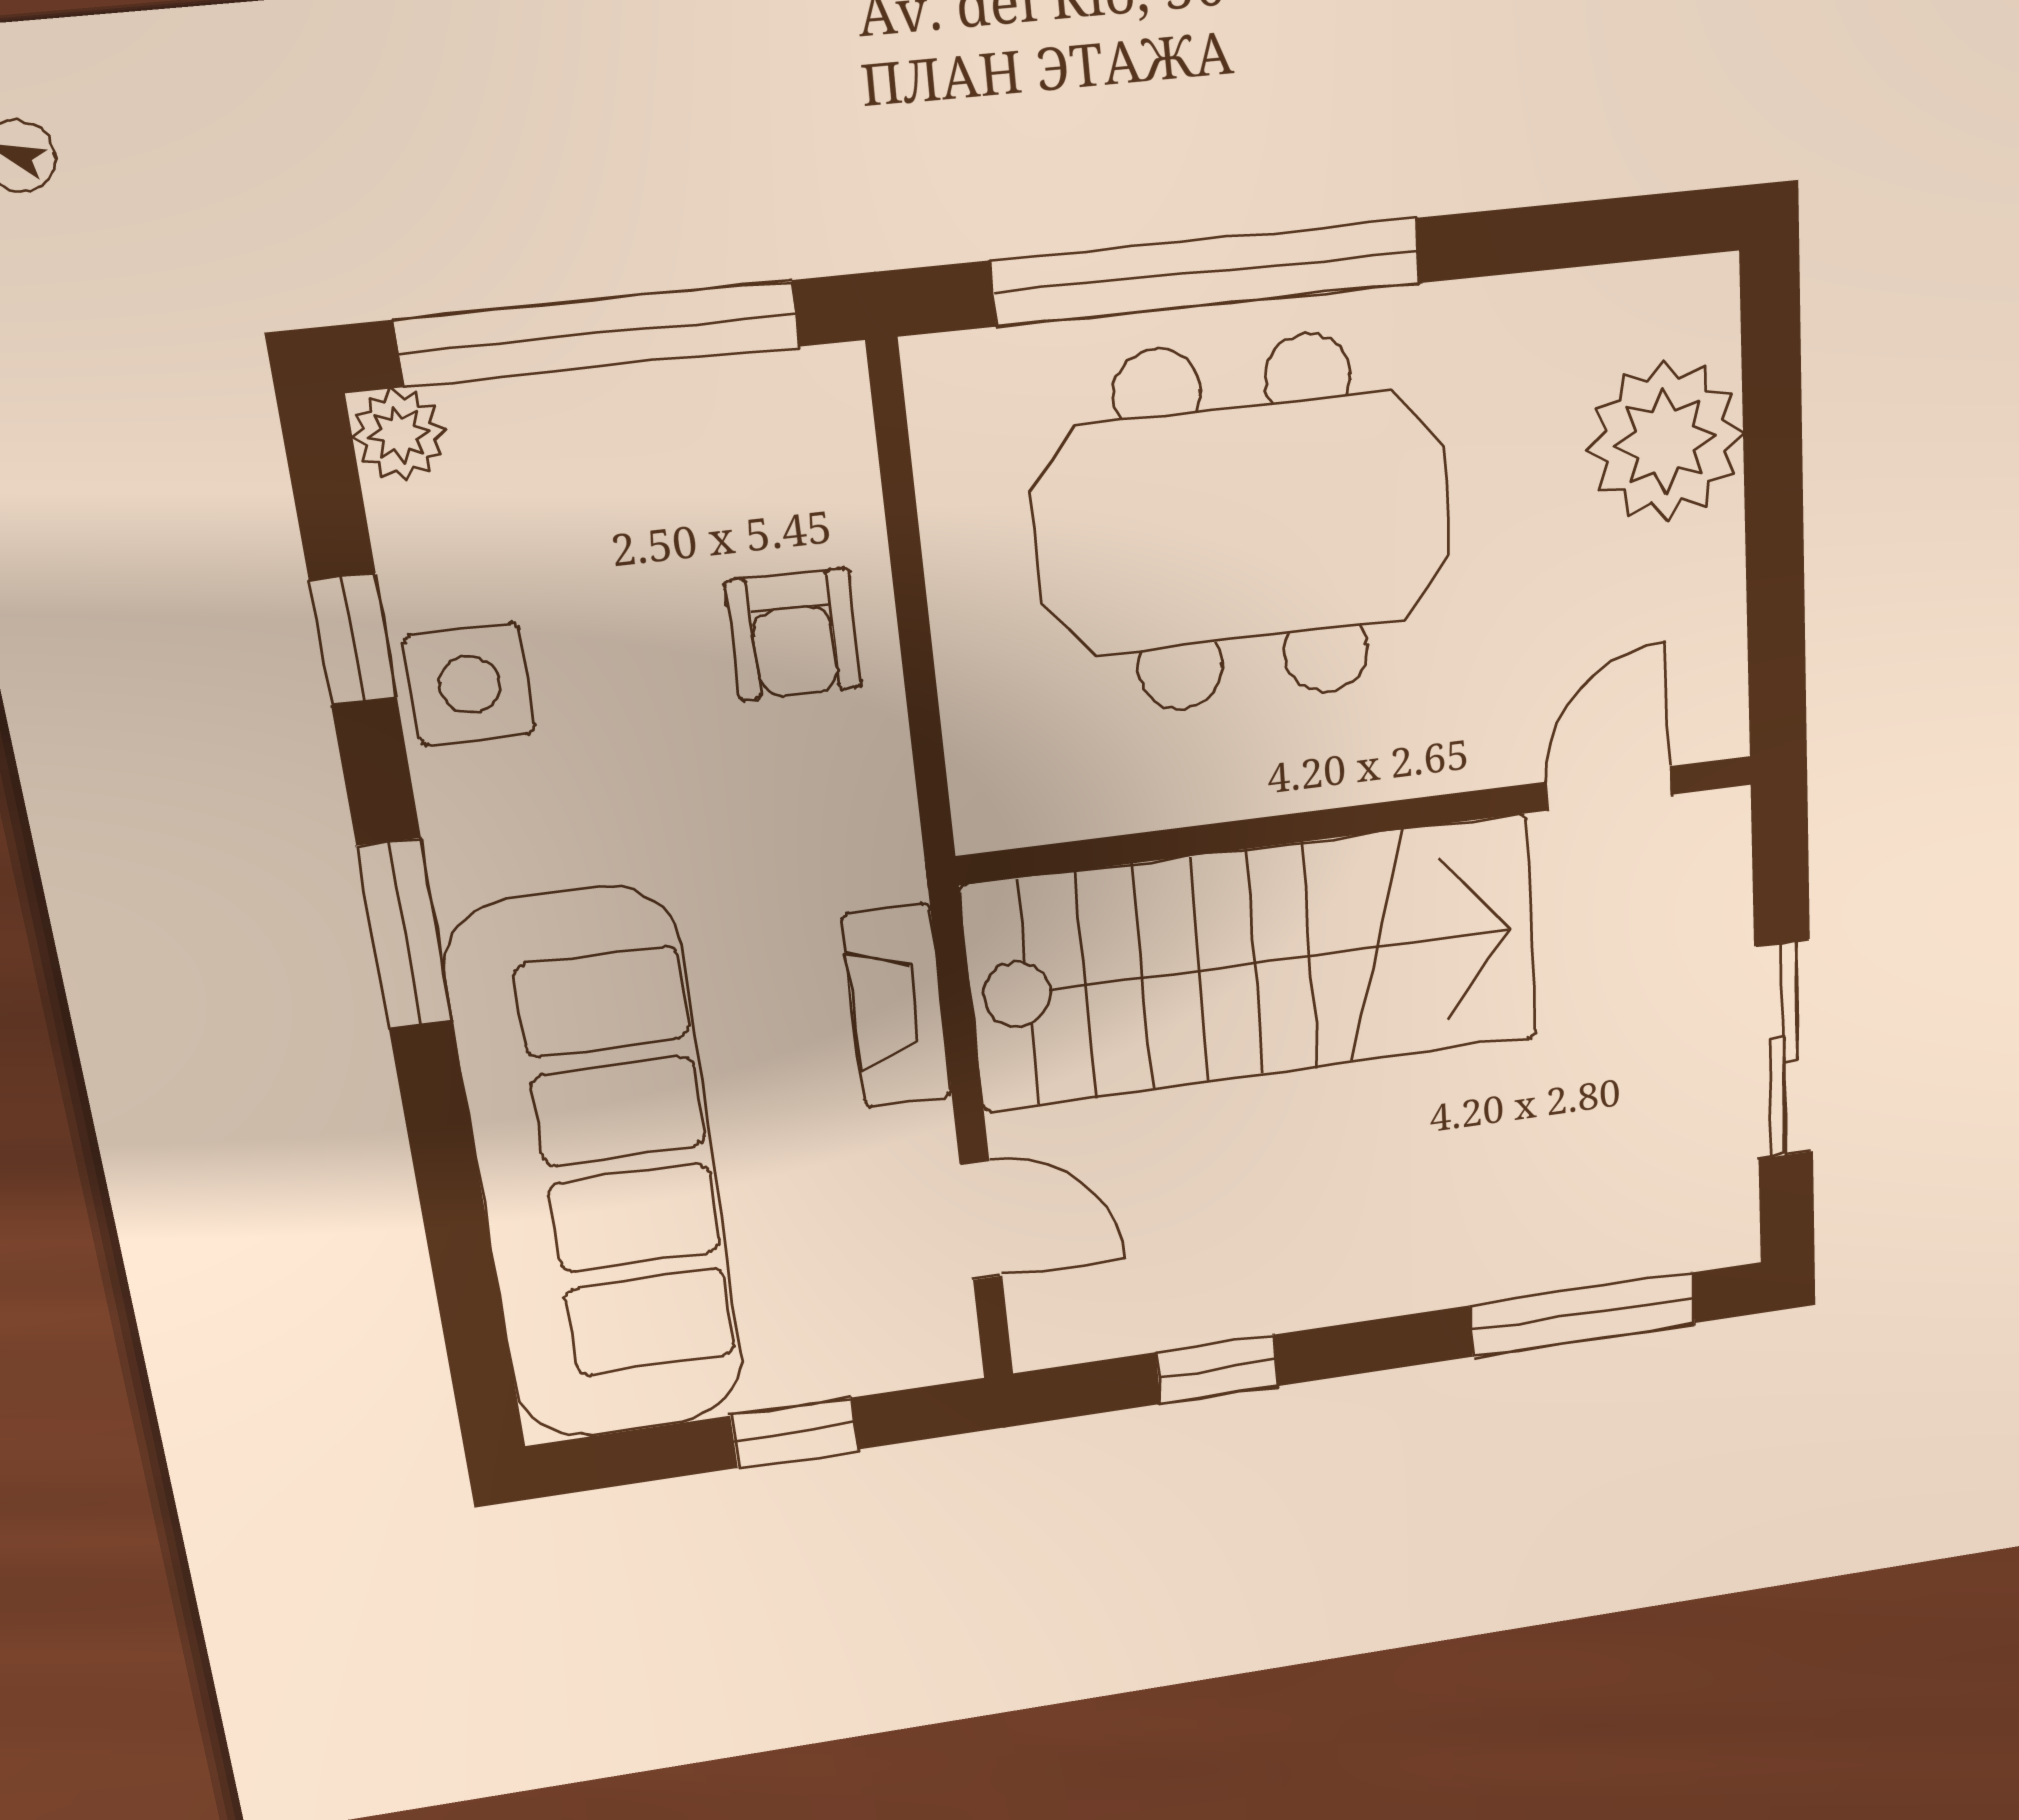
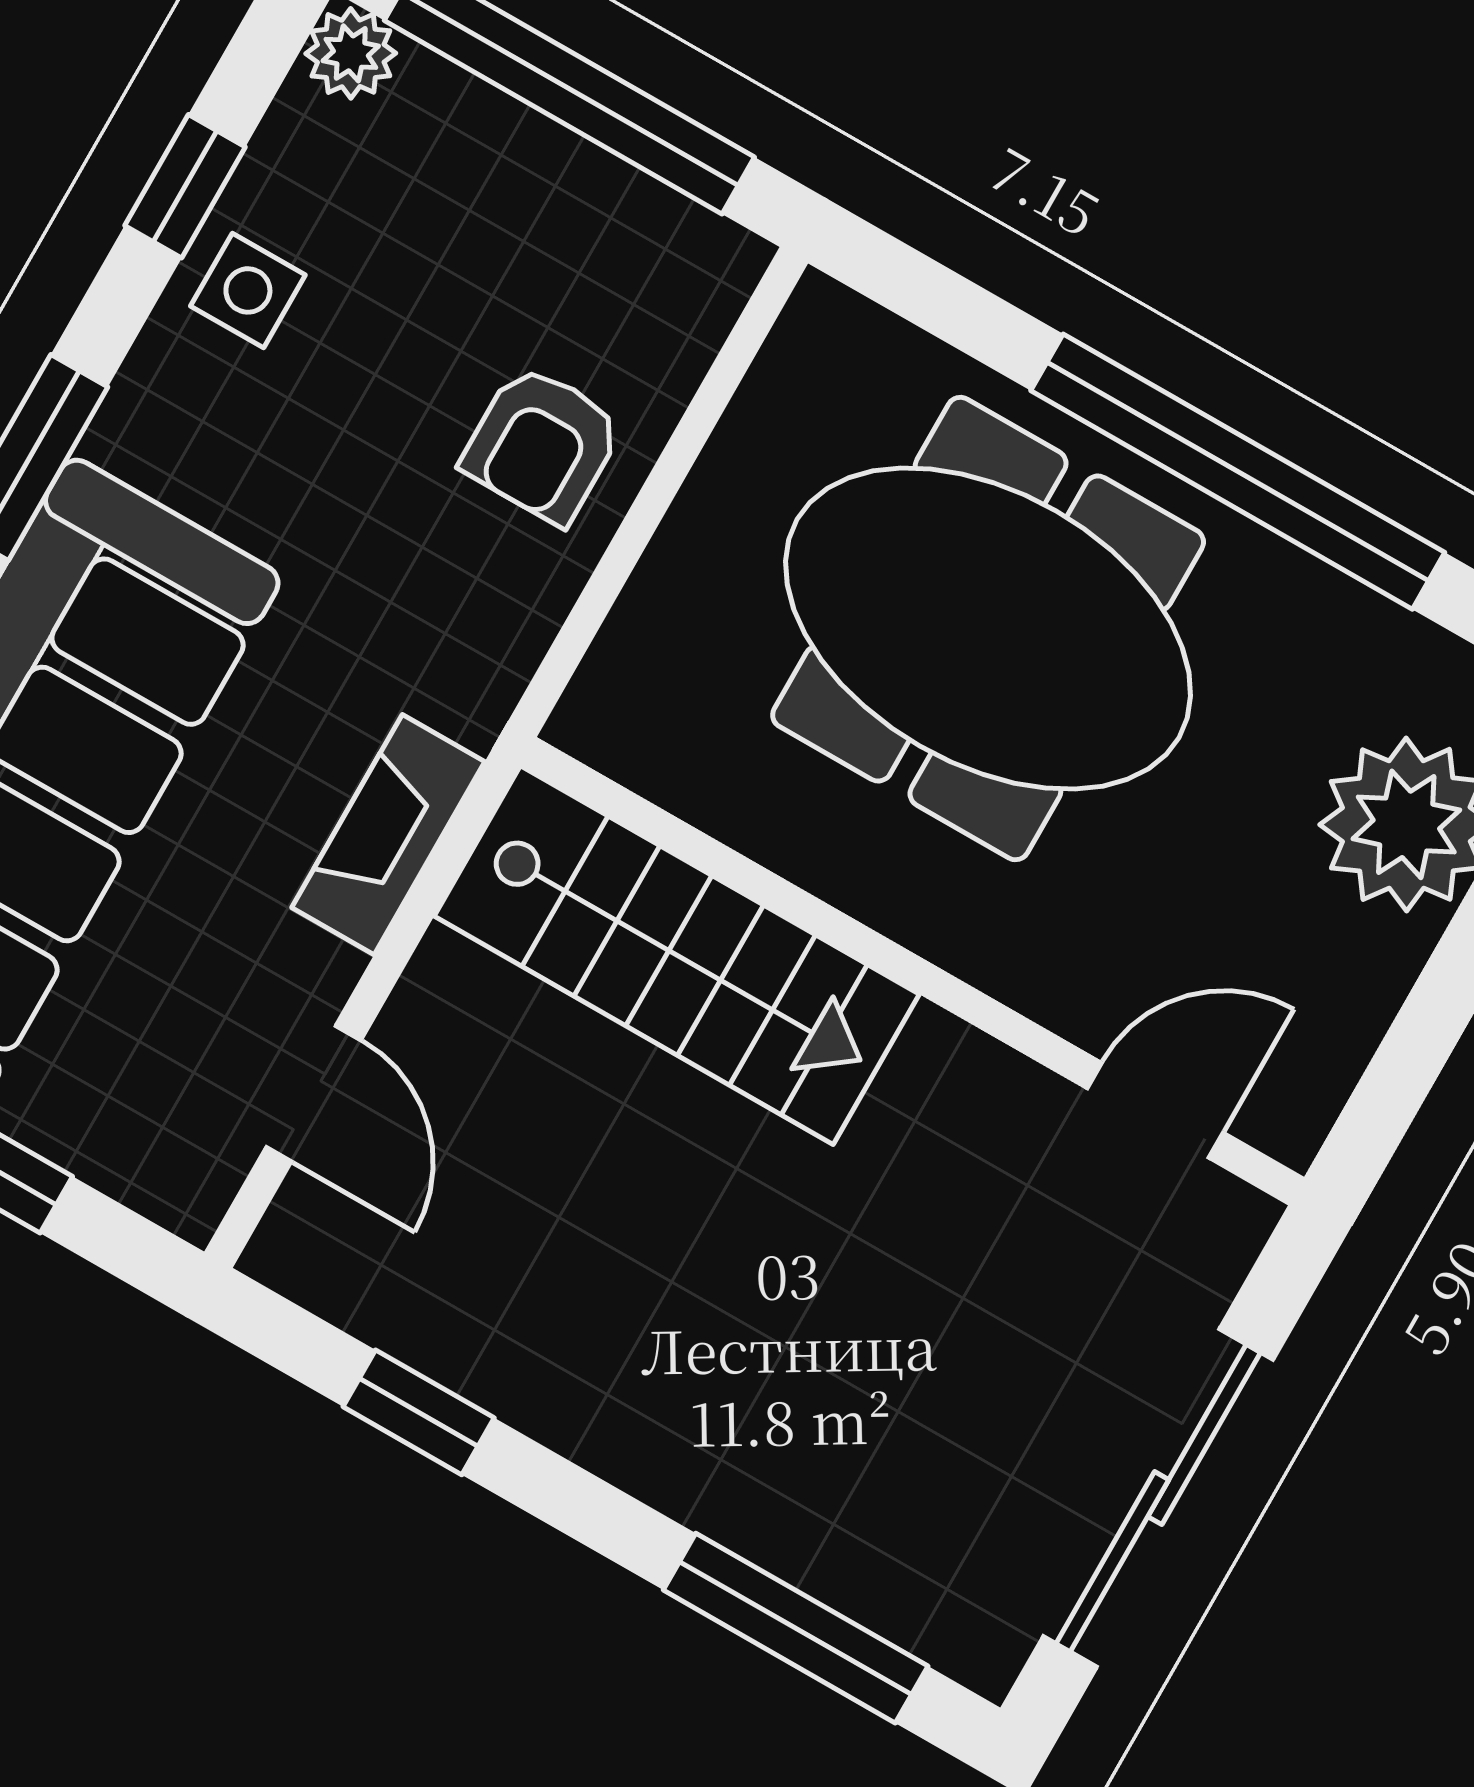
window: (1207, 272) -> (1238, 472), moved
side table: (470, 684) -> (248, 290), width x0.73, depth x0.73
stairs: (1255, 963) -> (677, 955), width x0.73, depth x0.66
sliding door: (1784, 1050) -> (1158, 1498), width x1.37

